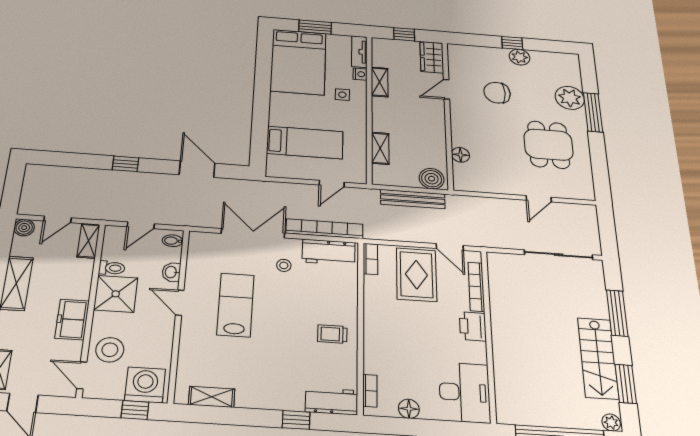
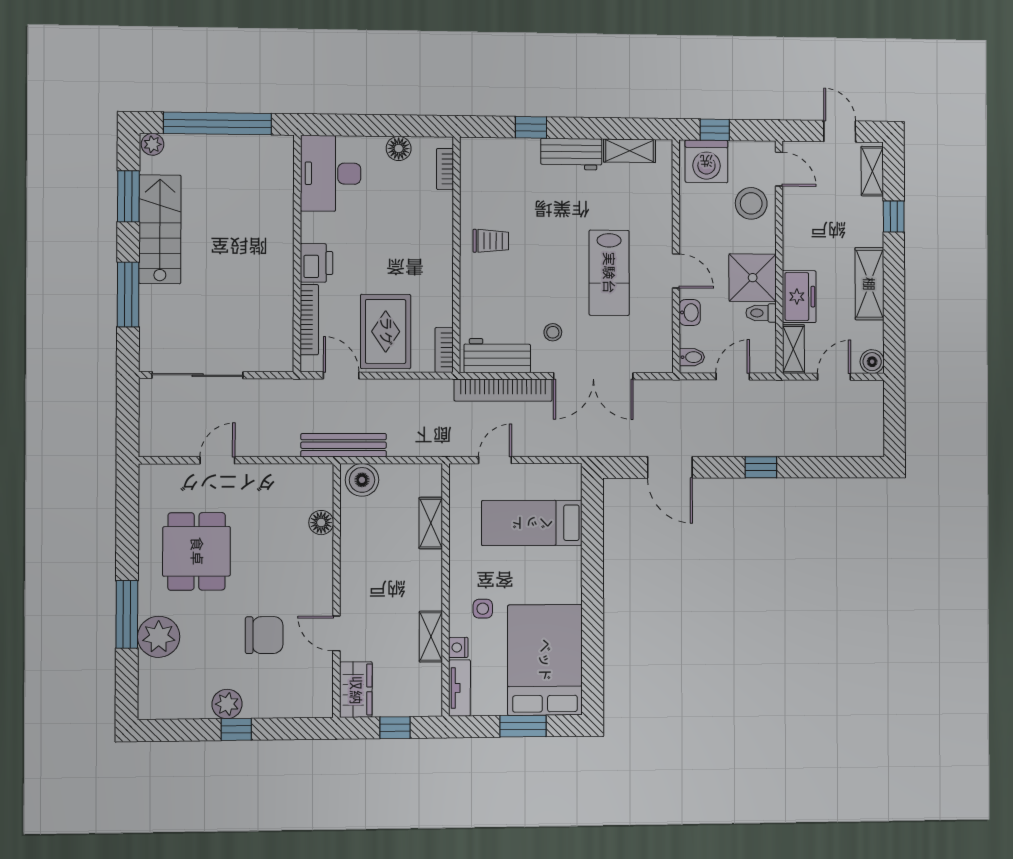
door: (446, 89) -> (336, 633), swing flipped
bench: (413, 199) -> (344, 445), moved
freezer: (72, 319) -> (799, 297), moved
workbench: (332, 401) -> (571, 154), moved

